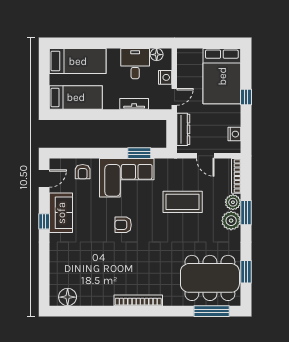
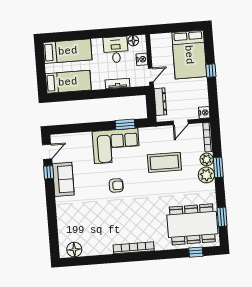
nightstand: (234, 134) -> (204, 113), moved
door: (205, 156) -> (181, 122), hinge flipped
armchair: (83, 172) -> (79, 144), removed
window: (44, 221) -> (49, 172), moved
armchair: (123, 225) -> (116, 185), turned 180
window: (212, 311) -> (196, 252), width x0.46

